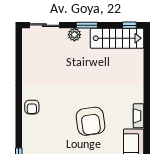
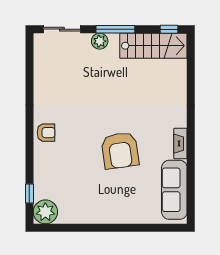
window: (87, 25) -> (115, 29), width x1.44
armchair: (32, 107) -> (46, 133), turned -90

